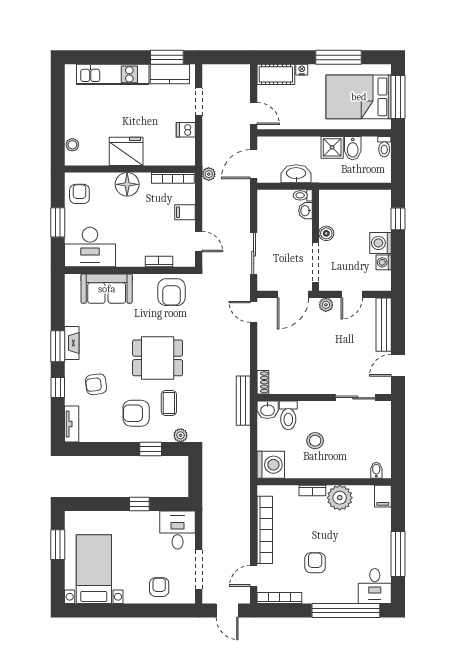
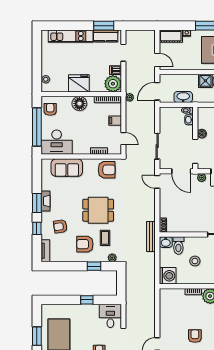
plant: (182, 152) -> (113, 84), added
window: (58, 222) -> (37, 127), width x2.11
armchair: (171, 292) -> (107, 170), turned -90
door: (293, 294) -> (181, 171), hinge flipped
bookcase: (265, 530) -> (164, 316), removed
window: (58, 545) -> (37, 336), moved

